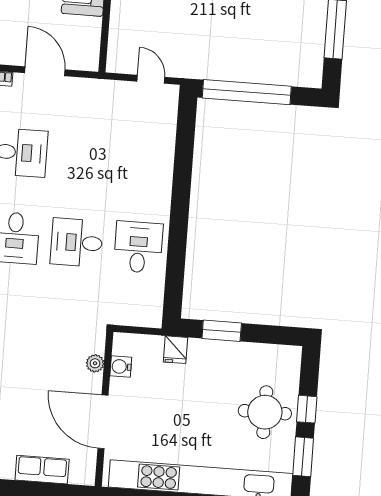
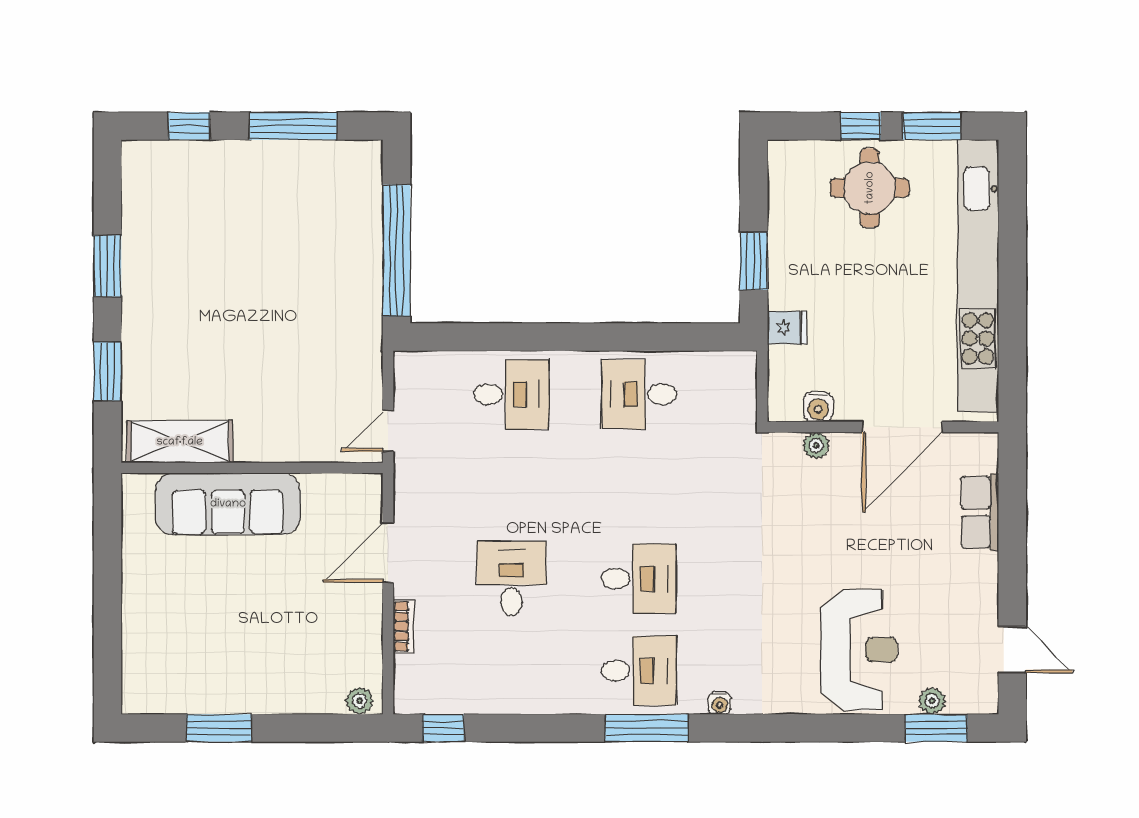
door: (151, 79) -> (388, 431), moved
desk: (77, 242) -> (511, 394), moved, turned -90

